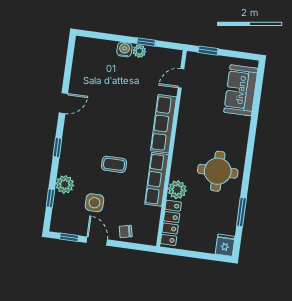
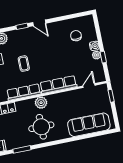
chair: (100, 72) -> (76, 36), added
door: (181, 78) -> (89, 86), hinge flipped
sofa: (241, 90) -> (89, 125), width x1.36
door: (63, 103) -> (39, 23), moved
plant: (177, 190) -> (41, 103), moved

